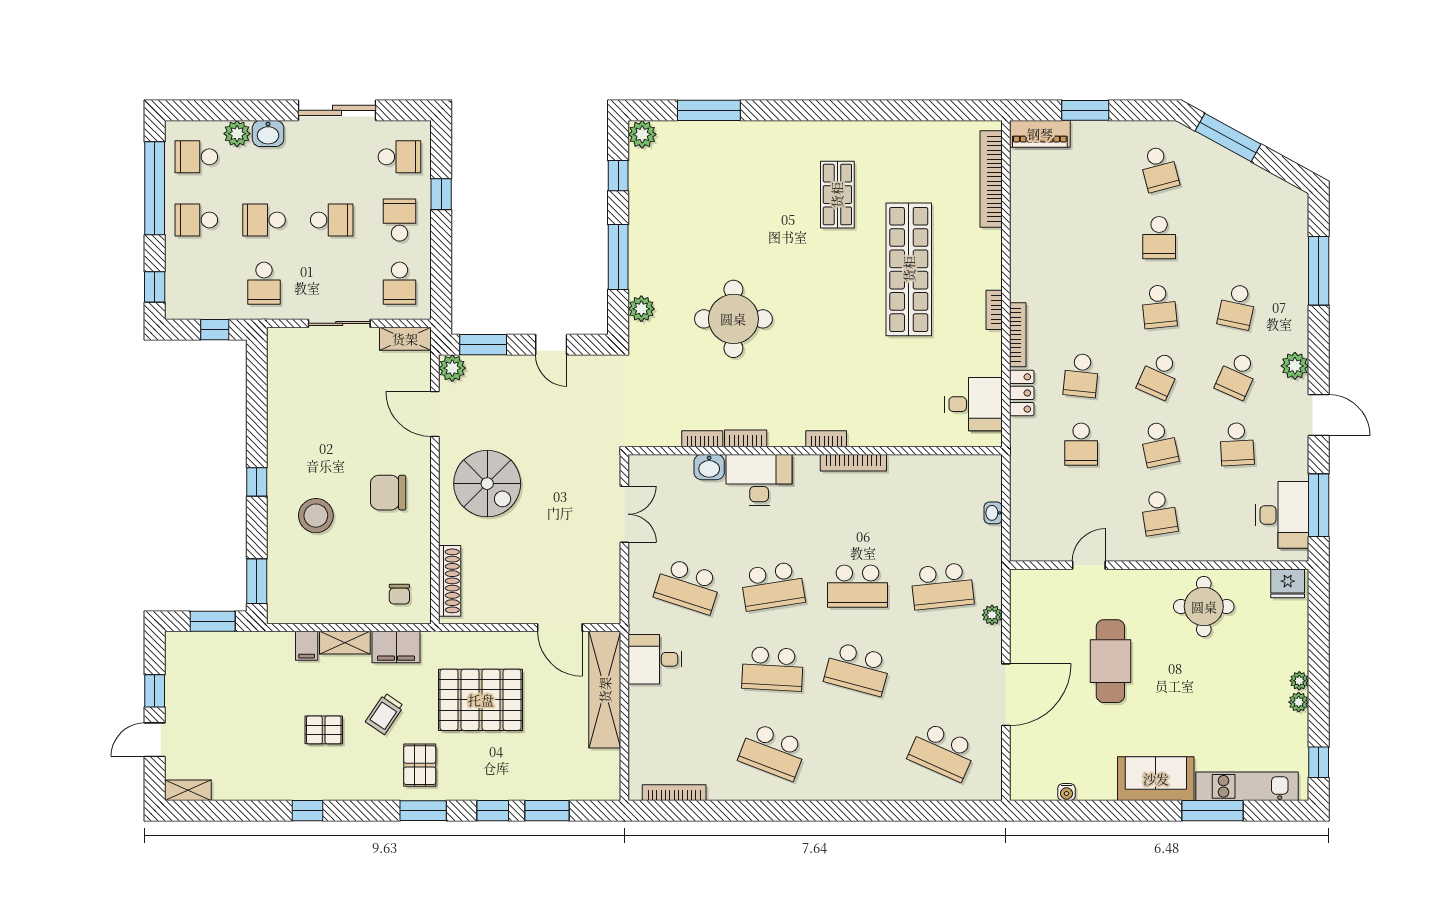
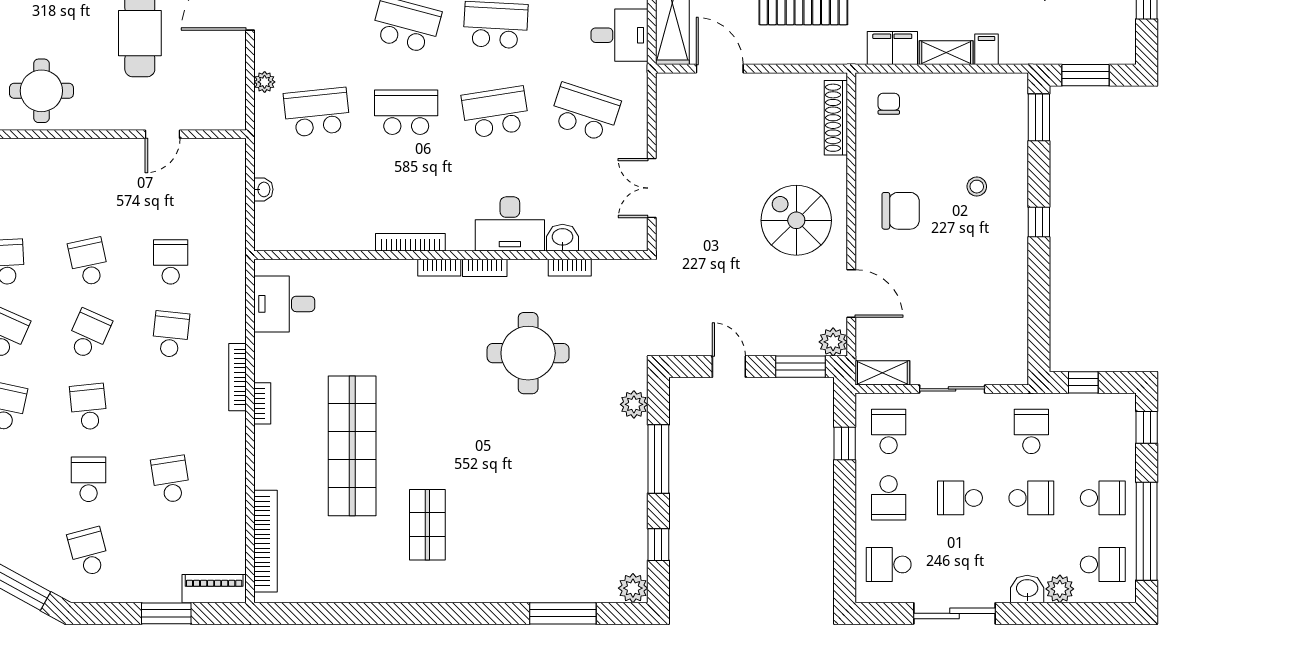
window: (441, 194) -> (845, 443), moved
round table: (733, 319) -> (528, 353), moved
locker: (1022, 393) -> (233, 316), removed
bookcase: (746, 438) -> (485, 268), moved
school desk: (1159, 513) -> (171, 479), moved
stool: (316, 516) -> (977, 187), width x0.53, depth x0.53

